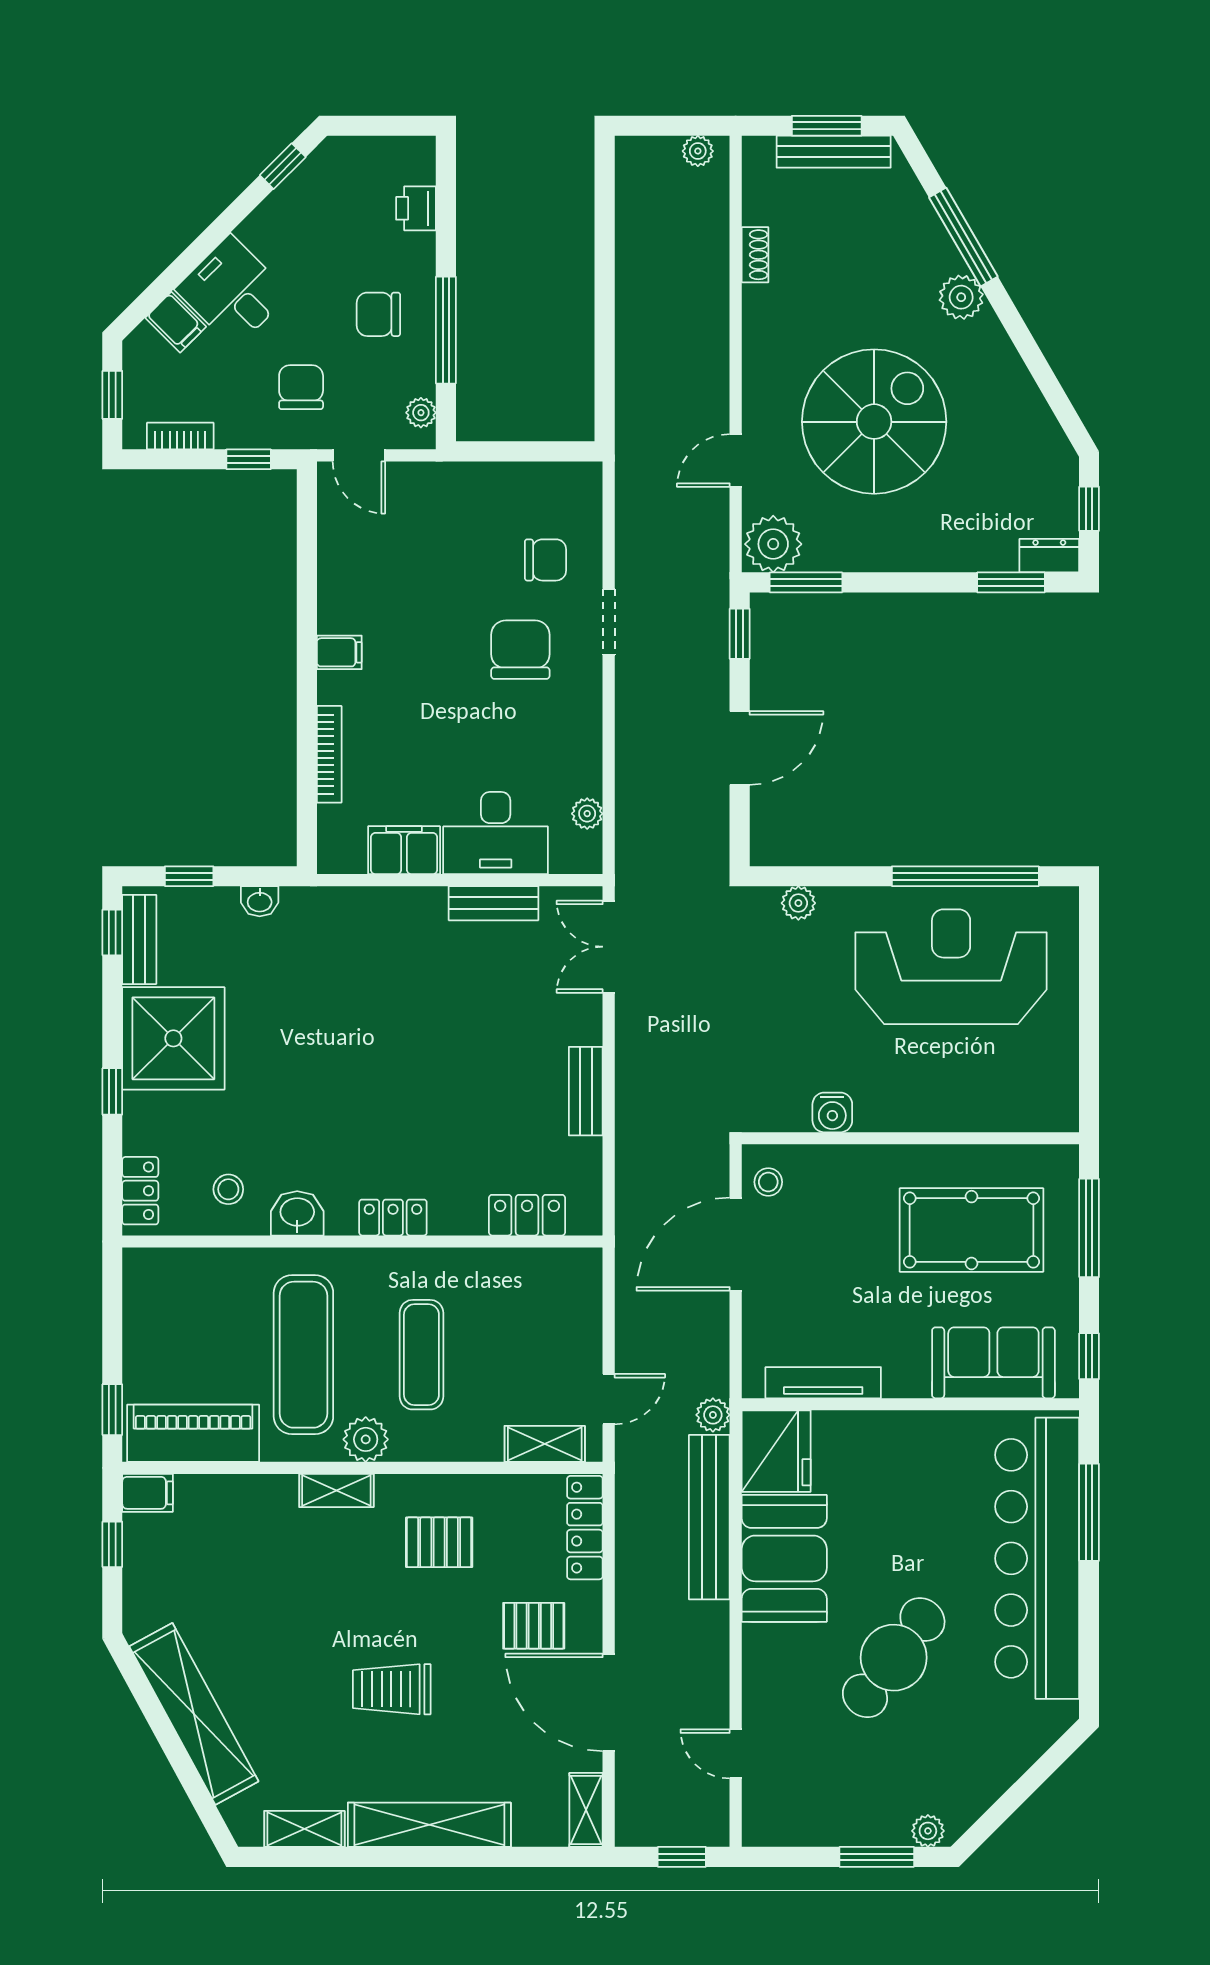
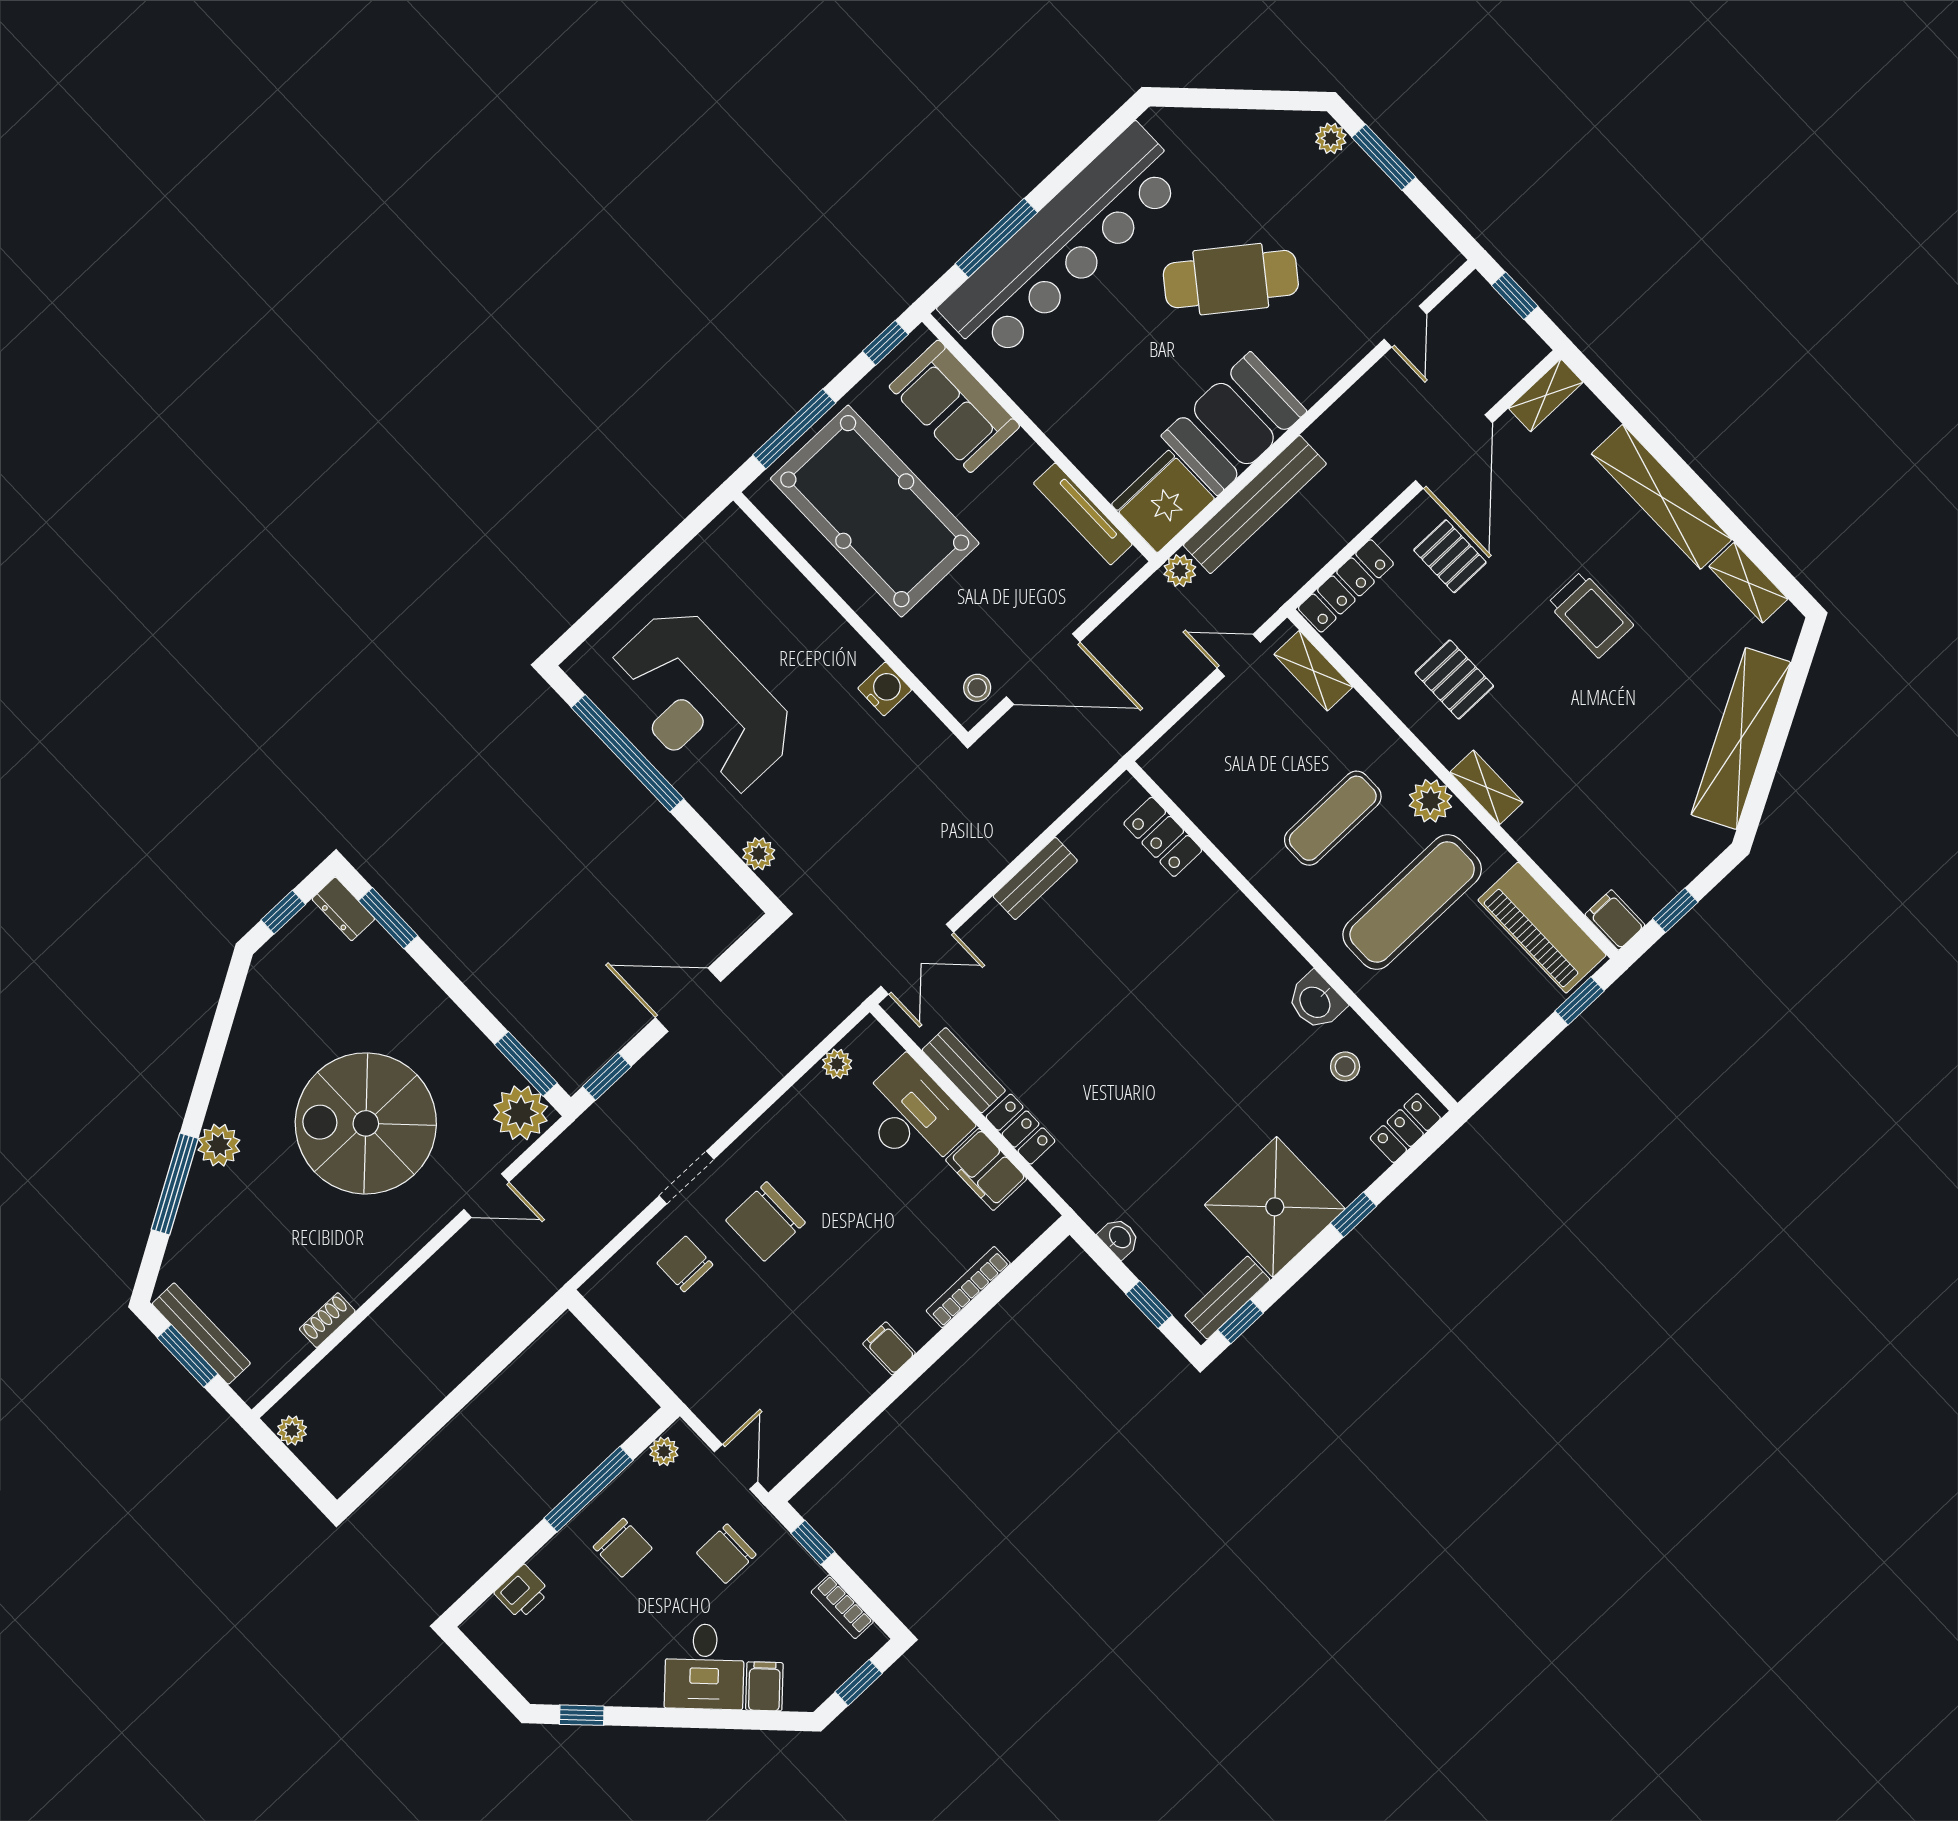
locker: (393, 1218) -> (1021, 1129), moved, turned 180
pool table: (971, 1230) -> (875, 511), width x1.36, depth x1.32

